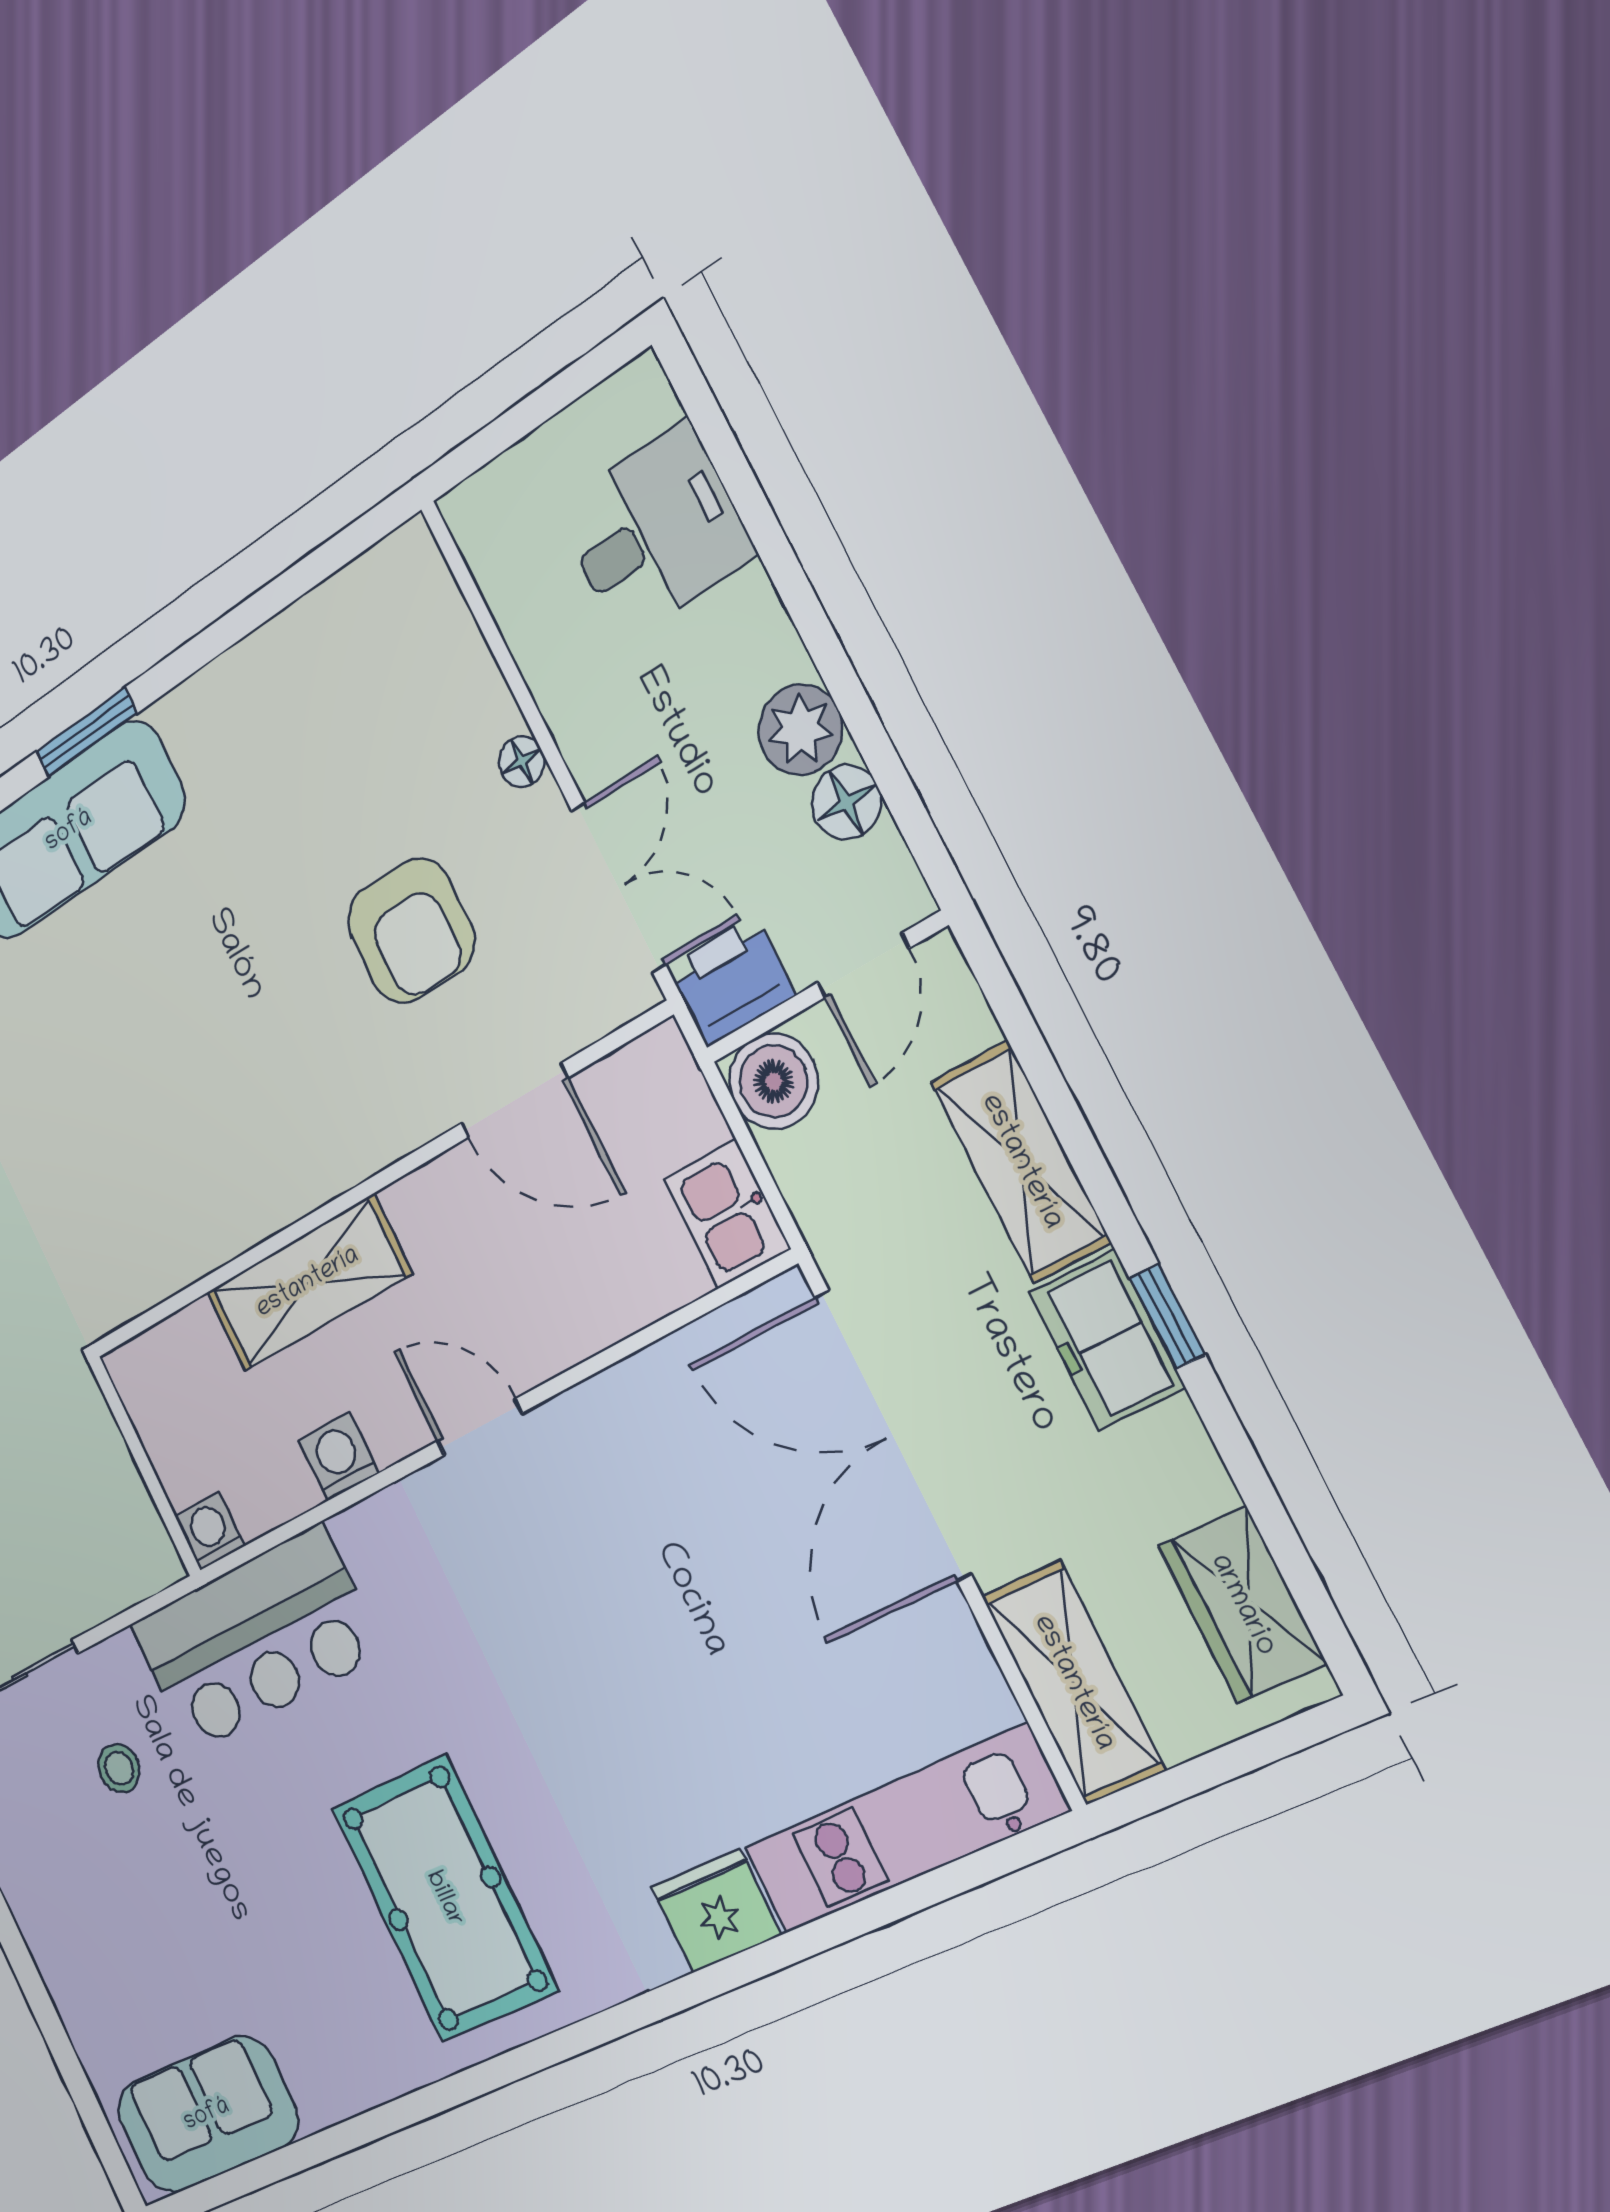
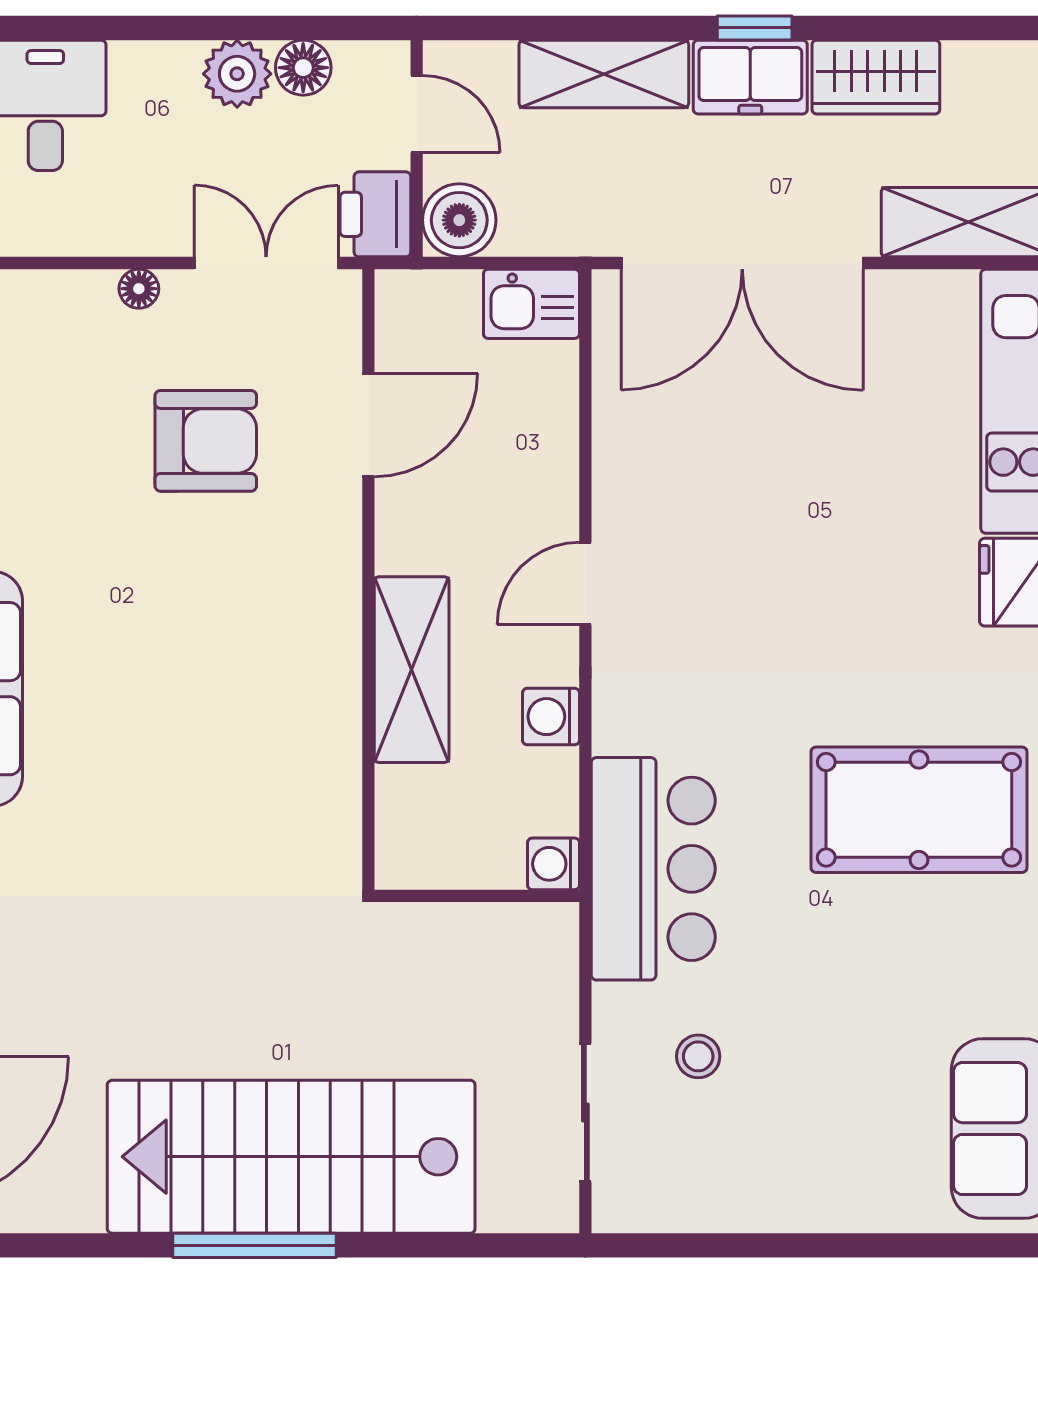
wardrobe: (1242, 1605) -> (876, 77), moved

